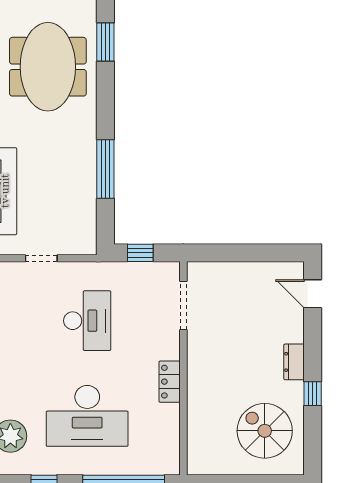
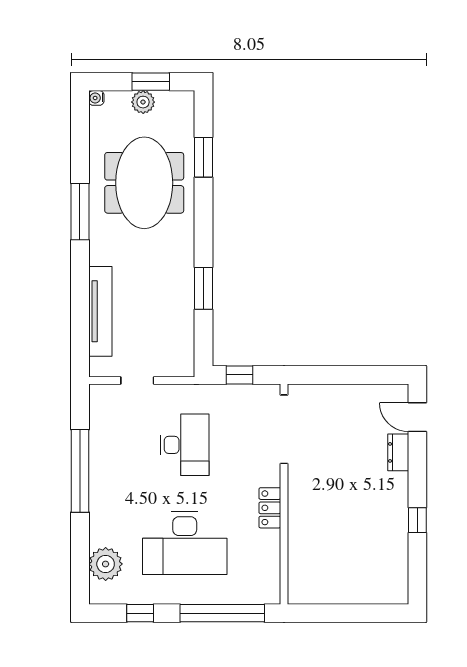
window: (105, 169) -> (203, 288), width x0.69
doorway: (183, 305) -> (284, 429), width x1.36
dresser: (294, 362) -> (398, 452), moved
spiral stairs: (265, 431) -> (368, 559), removed

